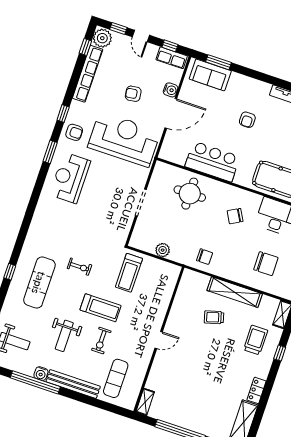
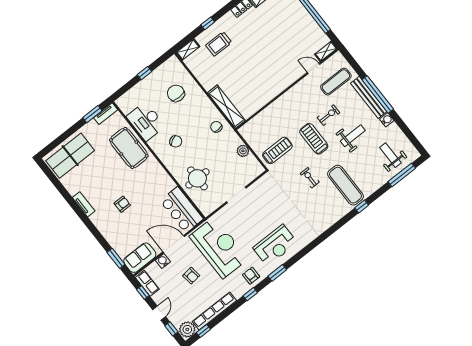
sofa: (210, 75) -> (140, 258), moved, turned -90
reception desk: (124, 139) -> (219, 248), turned 180
bar counter: (212, 162) -> (182, 210), moved
exercise mat: (39, 283) -> (346, 185), turned 90
shelving: (235, 292) -> (226, 107), moved
trolley: (214, 317) -> (238, 79), removed
door: (159, 340) -> (314, 68), moved
window: (35, 382) -> (378, 94), moved

